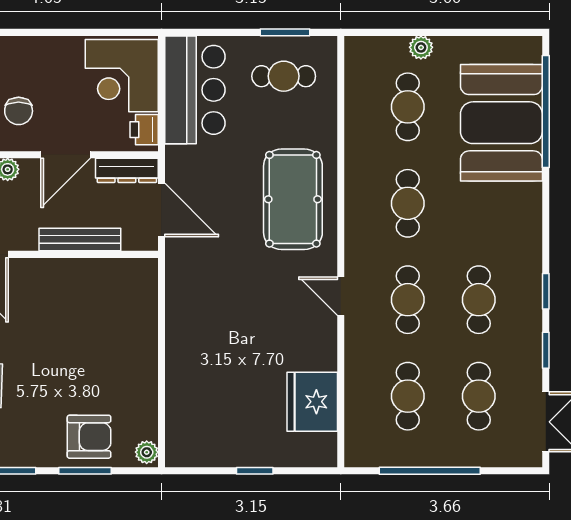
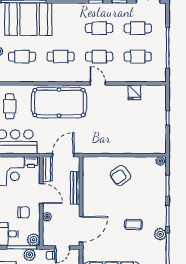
pool table: (293, 199) -> (59, 103), width x1.36, depth x1.32
door: (341, 296) -> (98, 83), swing flipped
fridge: (312, 402) -> (134, 92), width x0.53, depth x0.75
armchair: (89, 437) -> (120, 176), moved, turned -126

